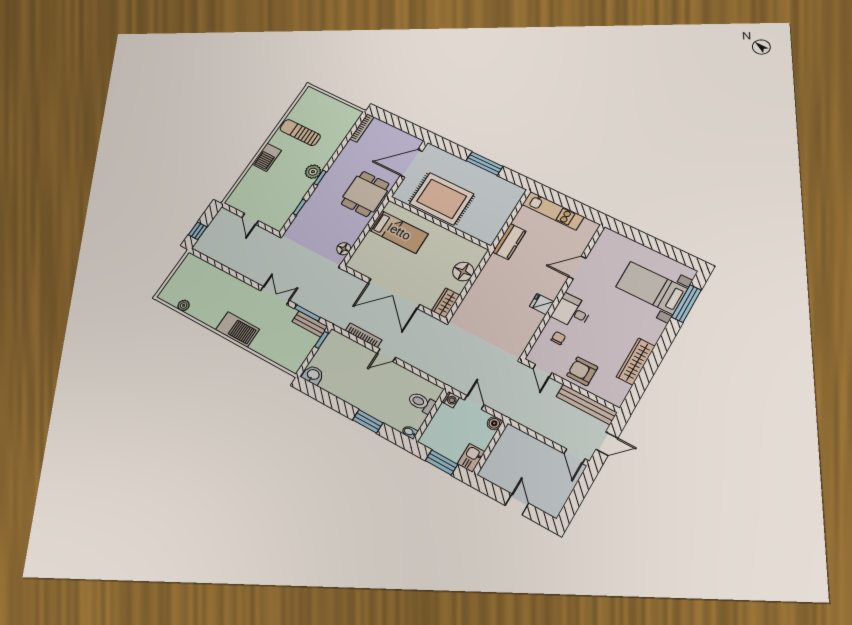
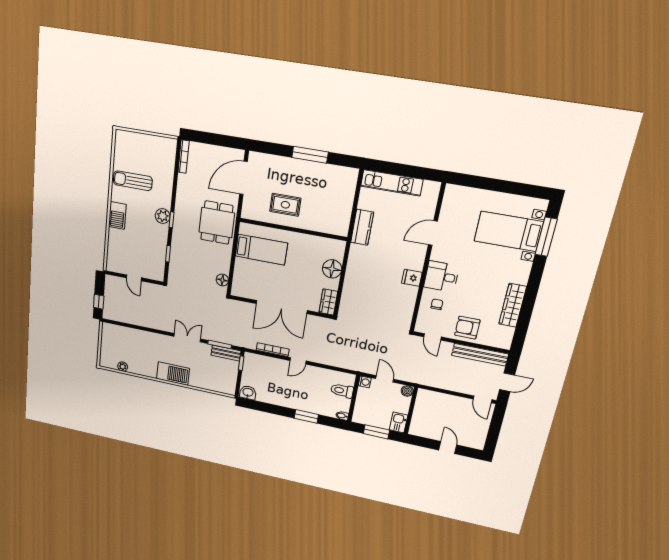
rug: (442, 199) -> (285, 205), width x0.54, depth x0.49

